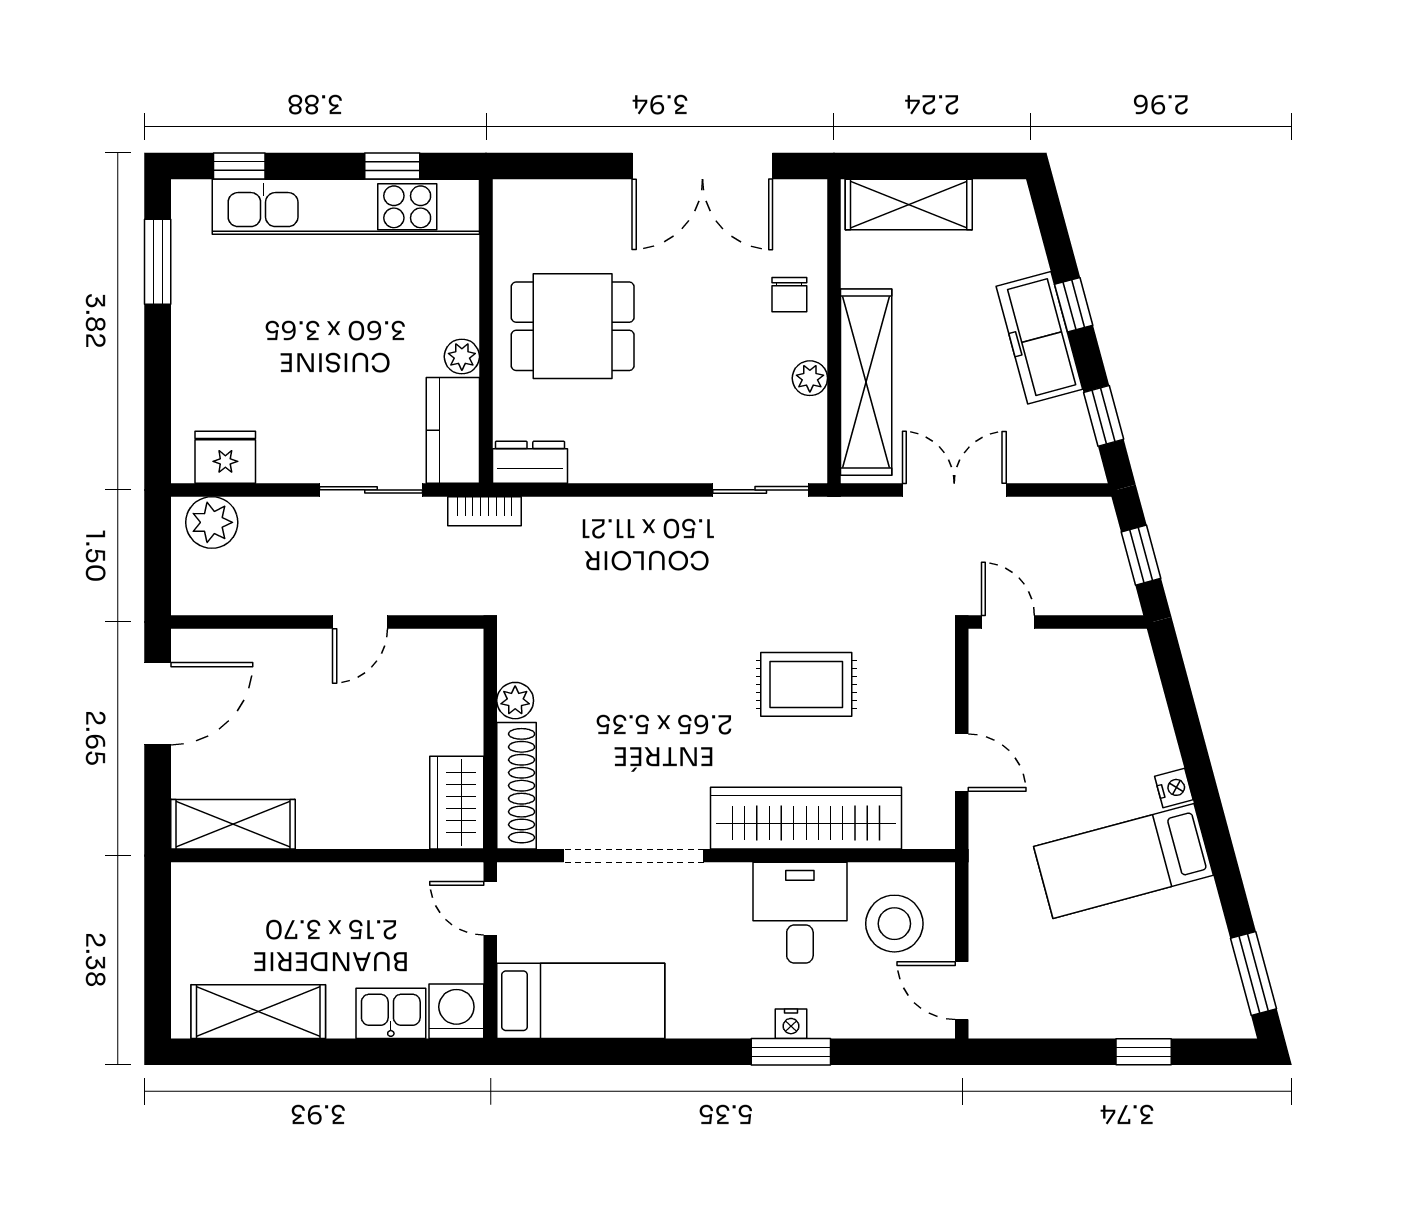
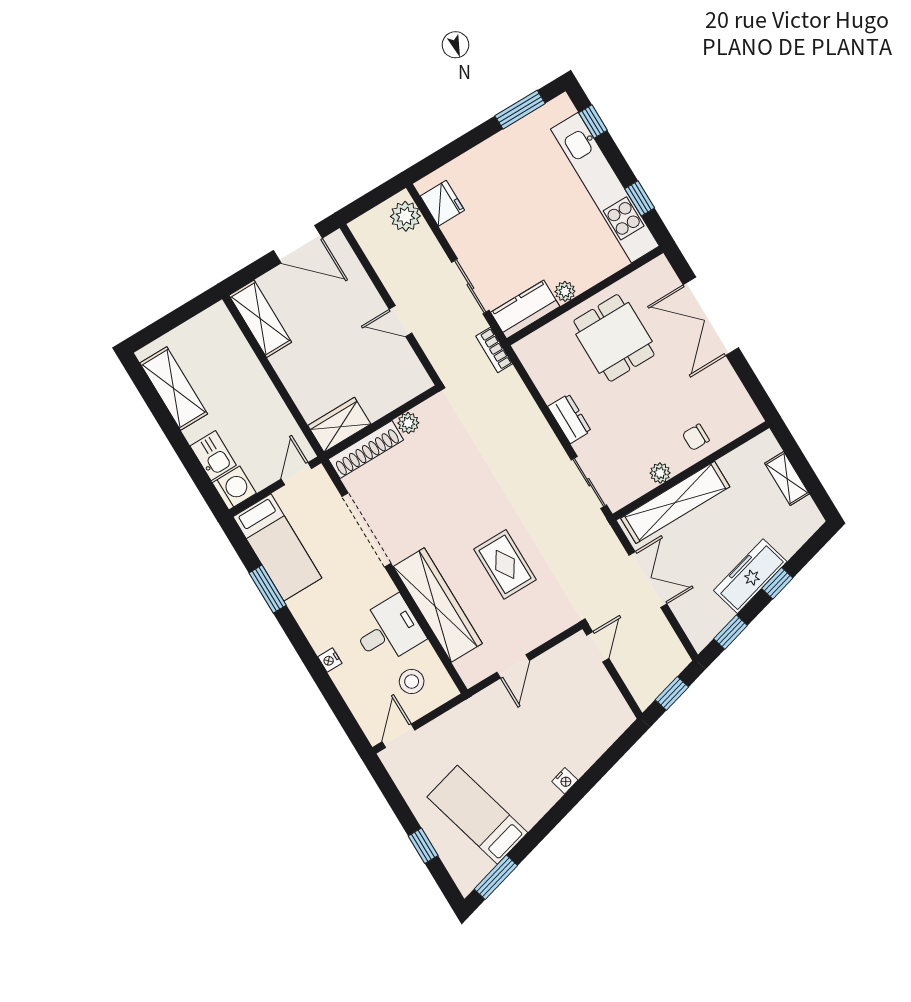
double door: (702, 166) -> (711, 316), moved
shelving: (909, 205) -> (787, 479), width x0.67, depth x0.75
dresser: (530, 462) -> (569, 419), moved
bed: (1124, 861) -> (477, 815), moved
stool: (894, 924) -> (412, 682), width x0.73, depth x0.73
window: (791, 1052) -> (268, 589), moved

